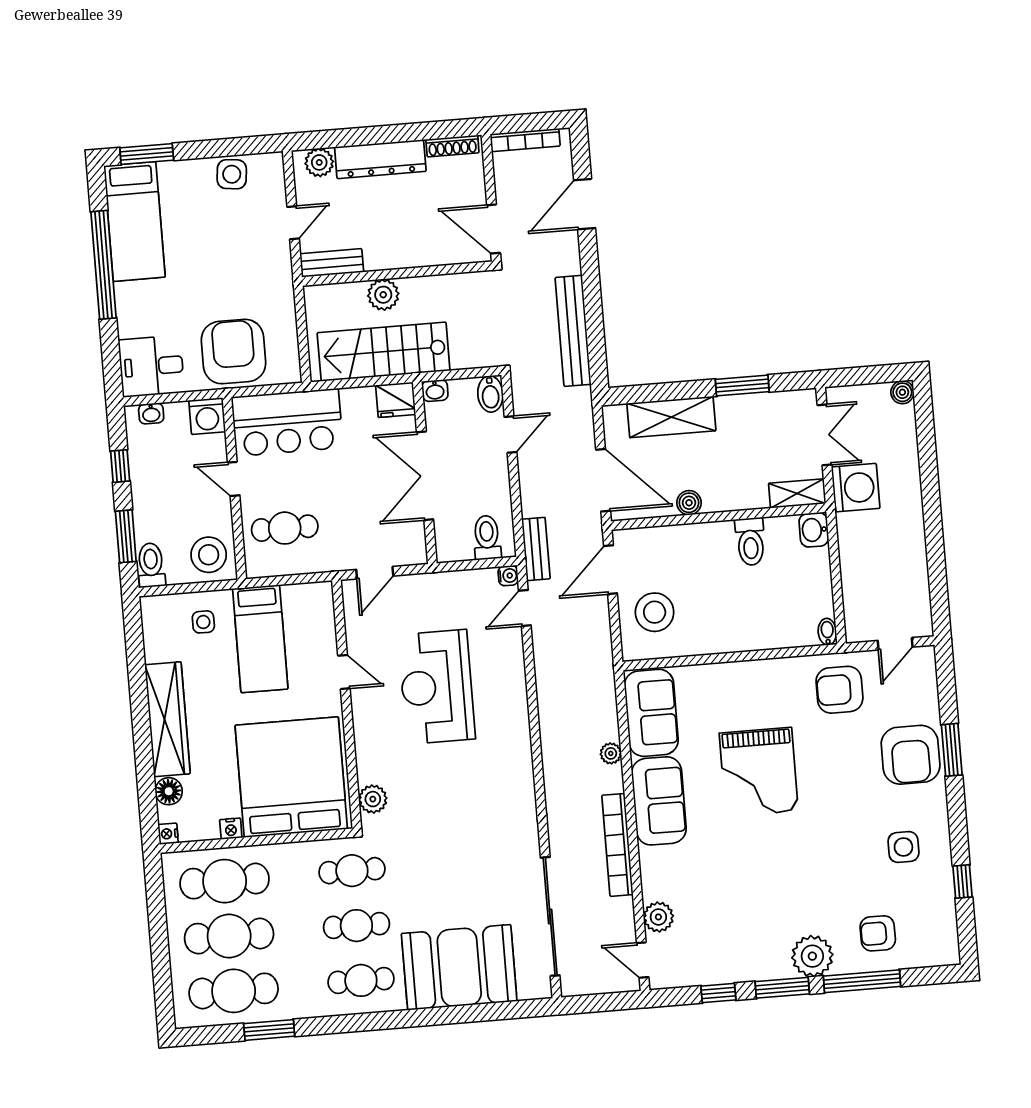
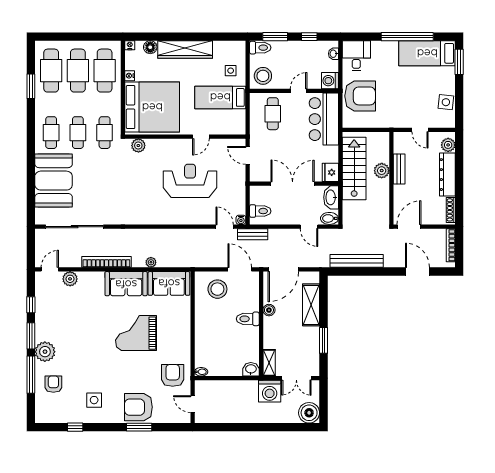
bench: (332, 263) -> (399, 169), moved
washbasin: (435, 391) -> (331, 197), width x1.91, depth x1.45
boiler: (902, 392) -> (309, 413), width x1.86, depth x1.86
toilet: (750, 542) -> (248, 319), moved

